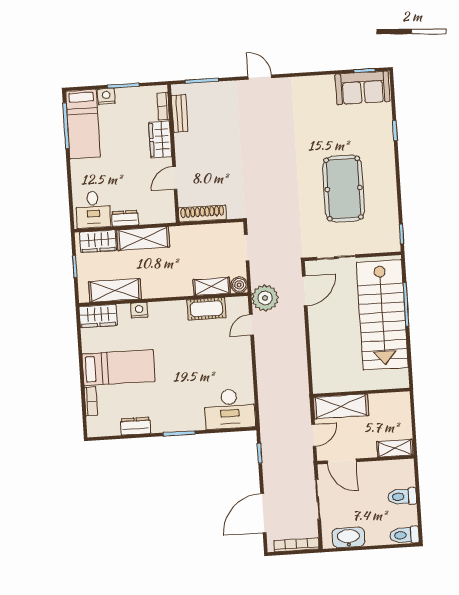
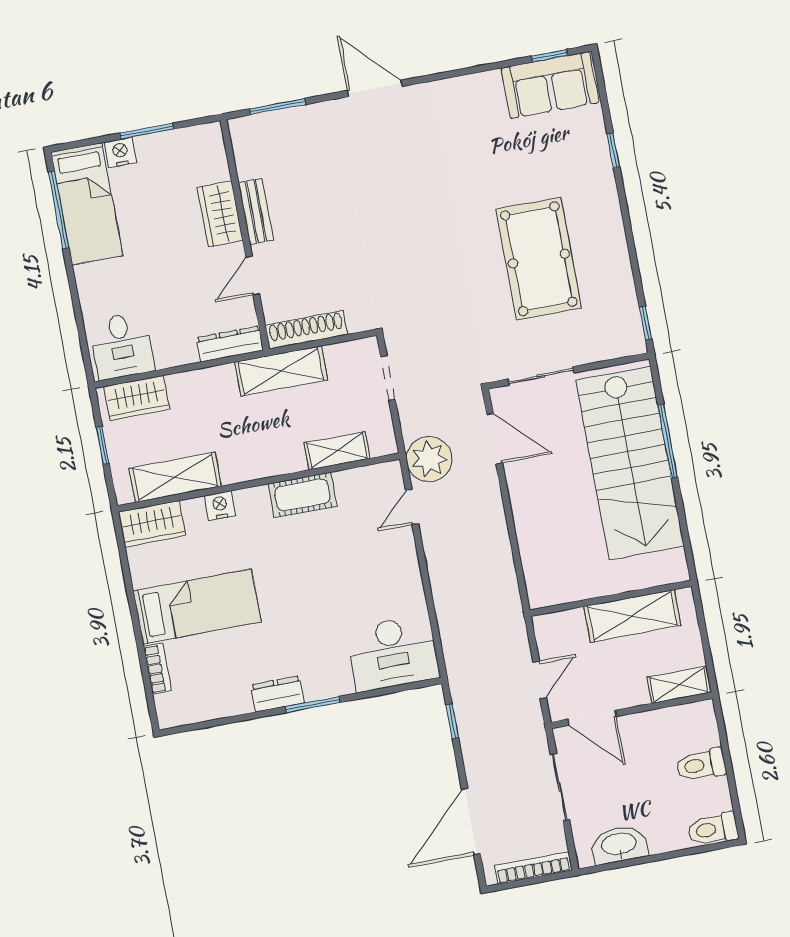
door: (260, 77) -> (375, 88), width x1.38
bookcase: (163, 106) -> (218, 157), removed
bench: (180, 113) -> (256, 211), moved
dresser: (125, 218) -> (230, 344), moved, width x1.44
shelving: (143, 238) -> (281, 371), moved
boiler: (239, 285) -> (383, 442), removed
door: (305, 291) -> (495, 439), hinge flipped
cot: (206, 309) -> (302, 495), moved
shelving: (341, 406) -> (632, 616), moved
dresser: (135, 426) -> (278, 694), moved

